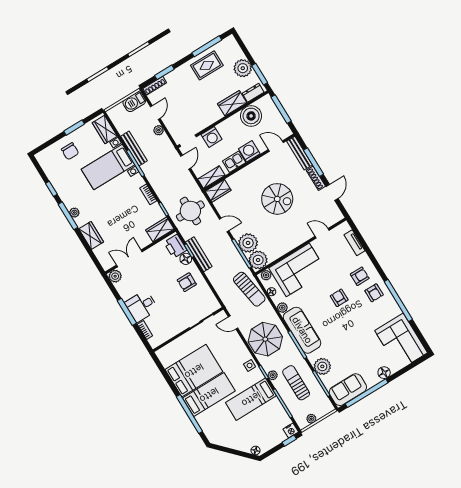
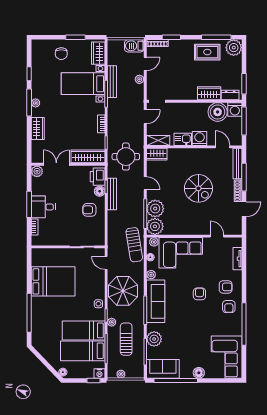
plant: (243, 68) -> (234, 48), moved
washing machine: (212, 137) -> (235, 109), moved
wardrobe: (160, 230) -> (88, 156), width x1.50
bed: (209, 395) -> (83, 351), moved, turned 180

